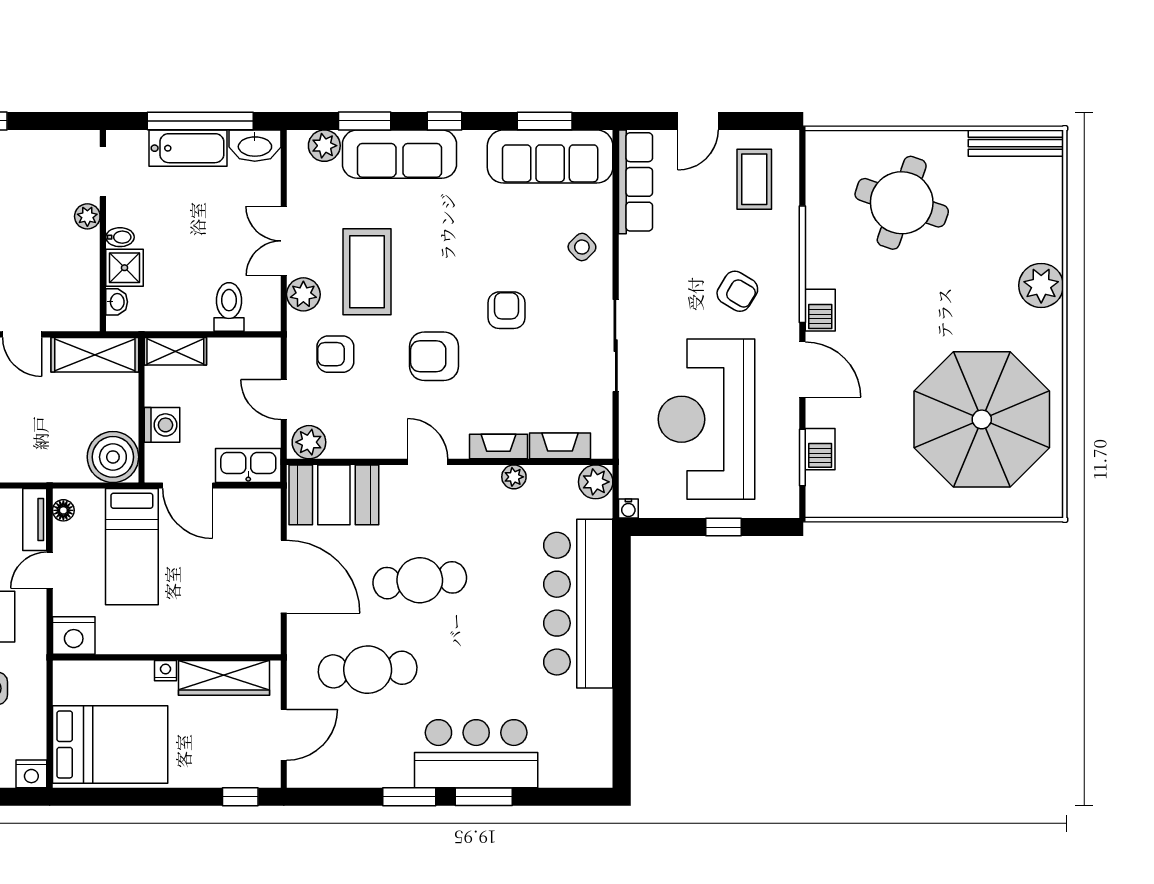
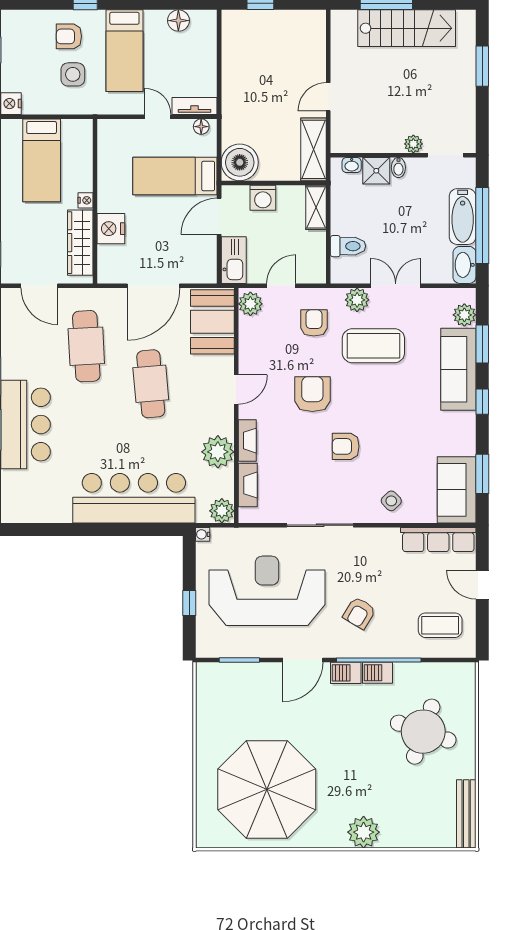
sofa: (550, 156) -> (457, 490), width x0.73
armchair: (507, 310) -> (346, 446), turned 180
barbecue: (820, 449) -> (378, 673), moved
plant: (514, 477) -> (218, 452), width x1.87, depth x1.87
nightstand: (74, 636) -> (111, 229), moved
bed: (110, 744) -> (42, 160), width x0.67

